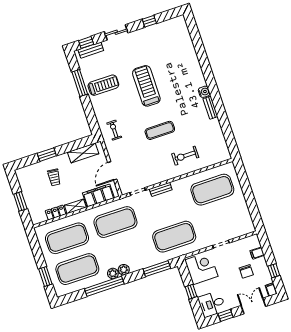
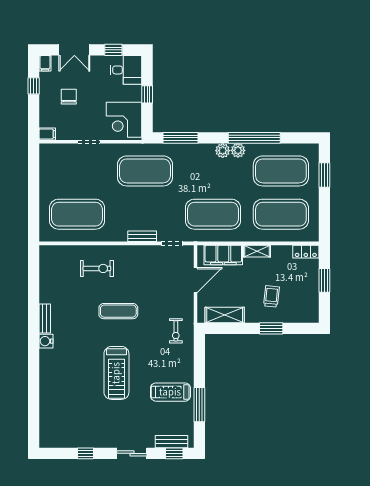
locker: (56, 212) -> (306, 252), moved
filing cabinet: (257, 253) -> (47, 134), moved

